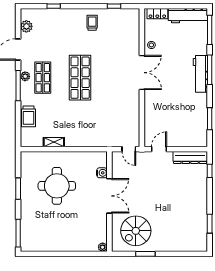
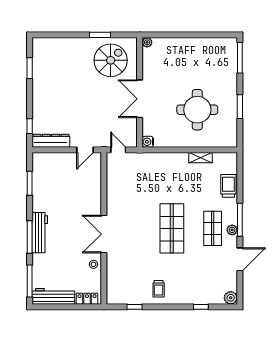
plant: (26, 26) -> (231, 298), moved
water cooler: (102, 173) -> (148, 142), moved

